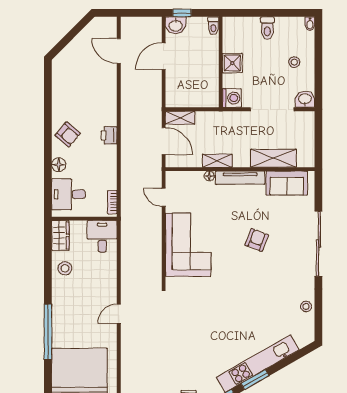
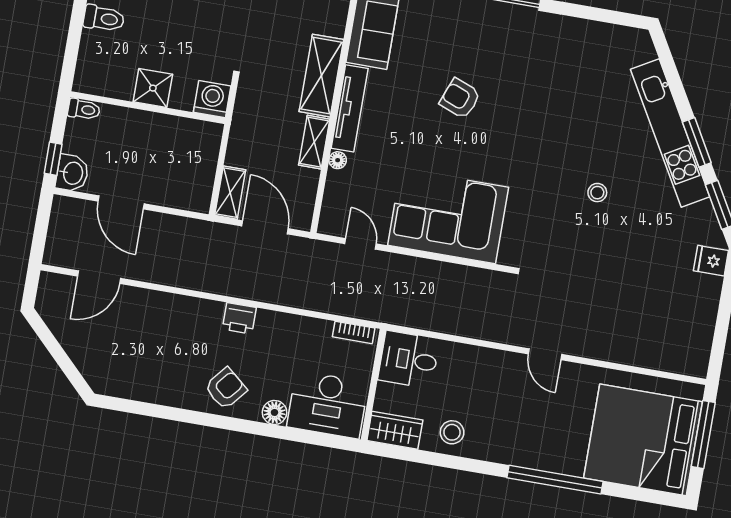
door: (164, 141) -> (265, 227), hinge flipped
shelving: (274, 158) -> (321, 76), moved
desk: (68, 194) -> (328, 405), width x1.37
door: (164, 197) -> (361, 244), swing flipped
stool: (306, 306) -> (597, 193), moved

